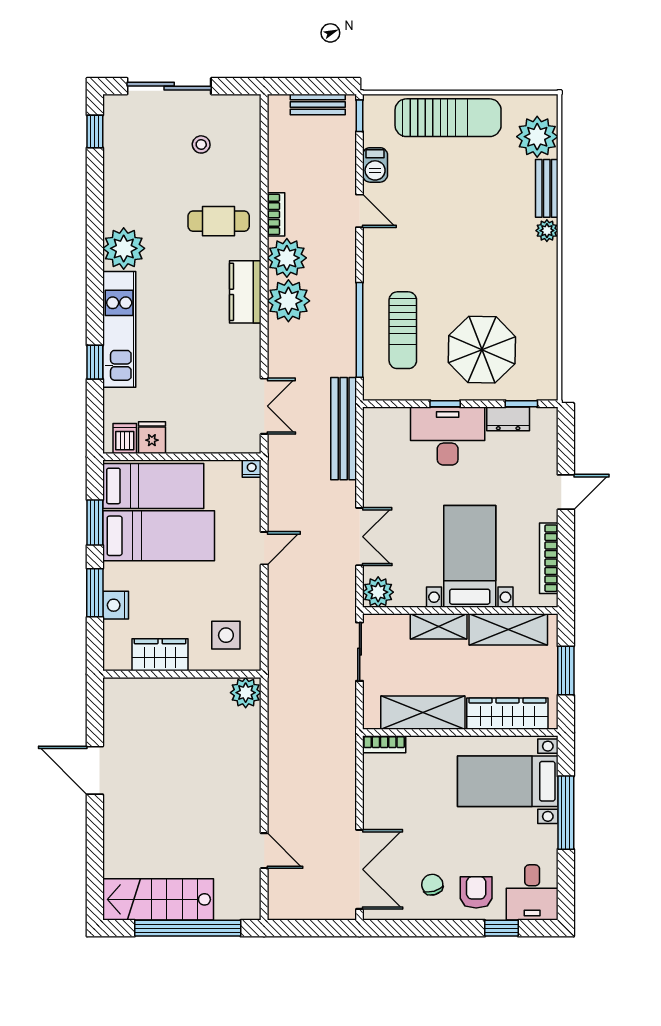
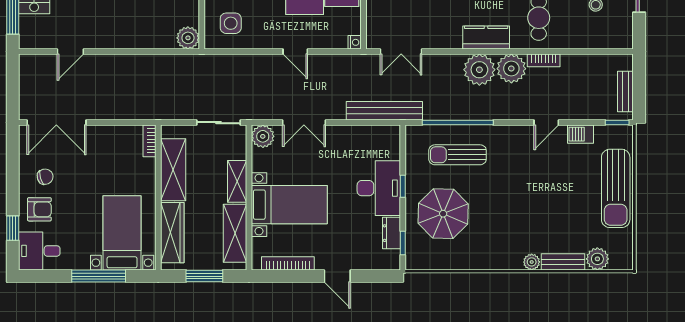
plant: (537, 137) -> (597, 259), width x0.73, depth x0.73

